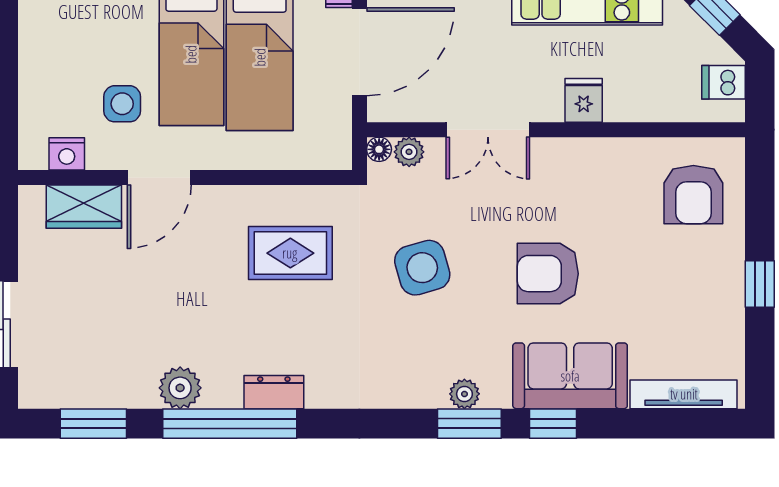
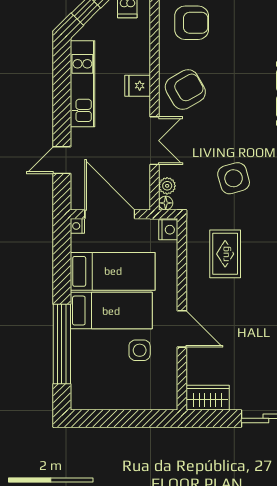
nightstand: (67, 154) -> (168, 230), moved
wardrobe: (84, 207) -> (208, 398), moved, turned -90
armchair: (548, 274) -> (185, 90), moved, turned -120

